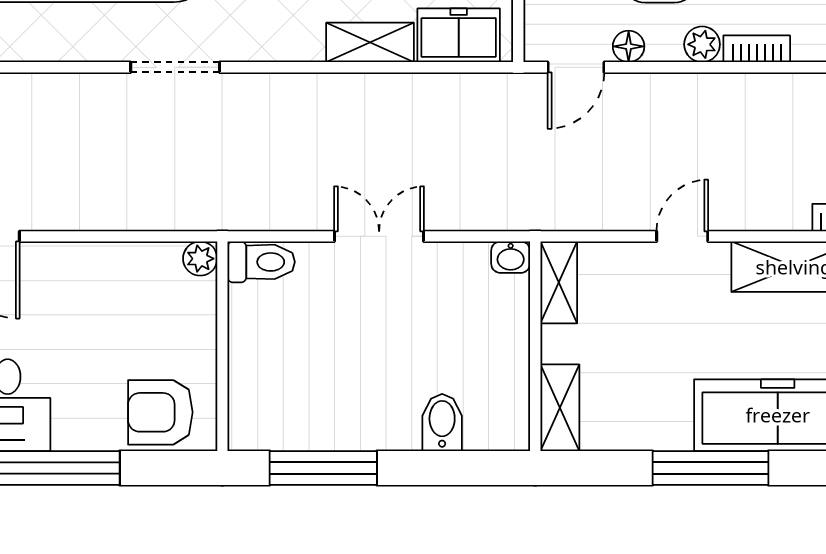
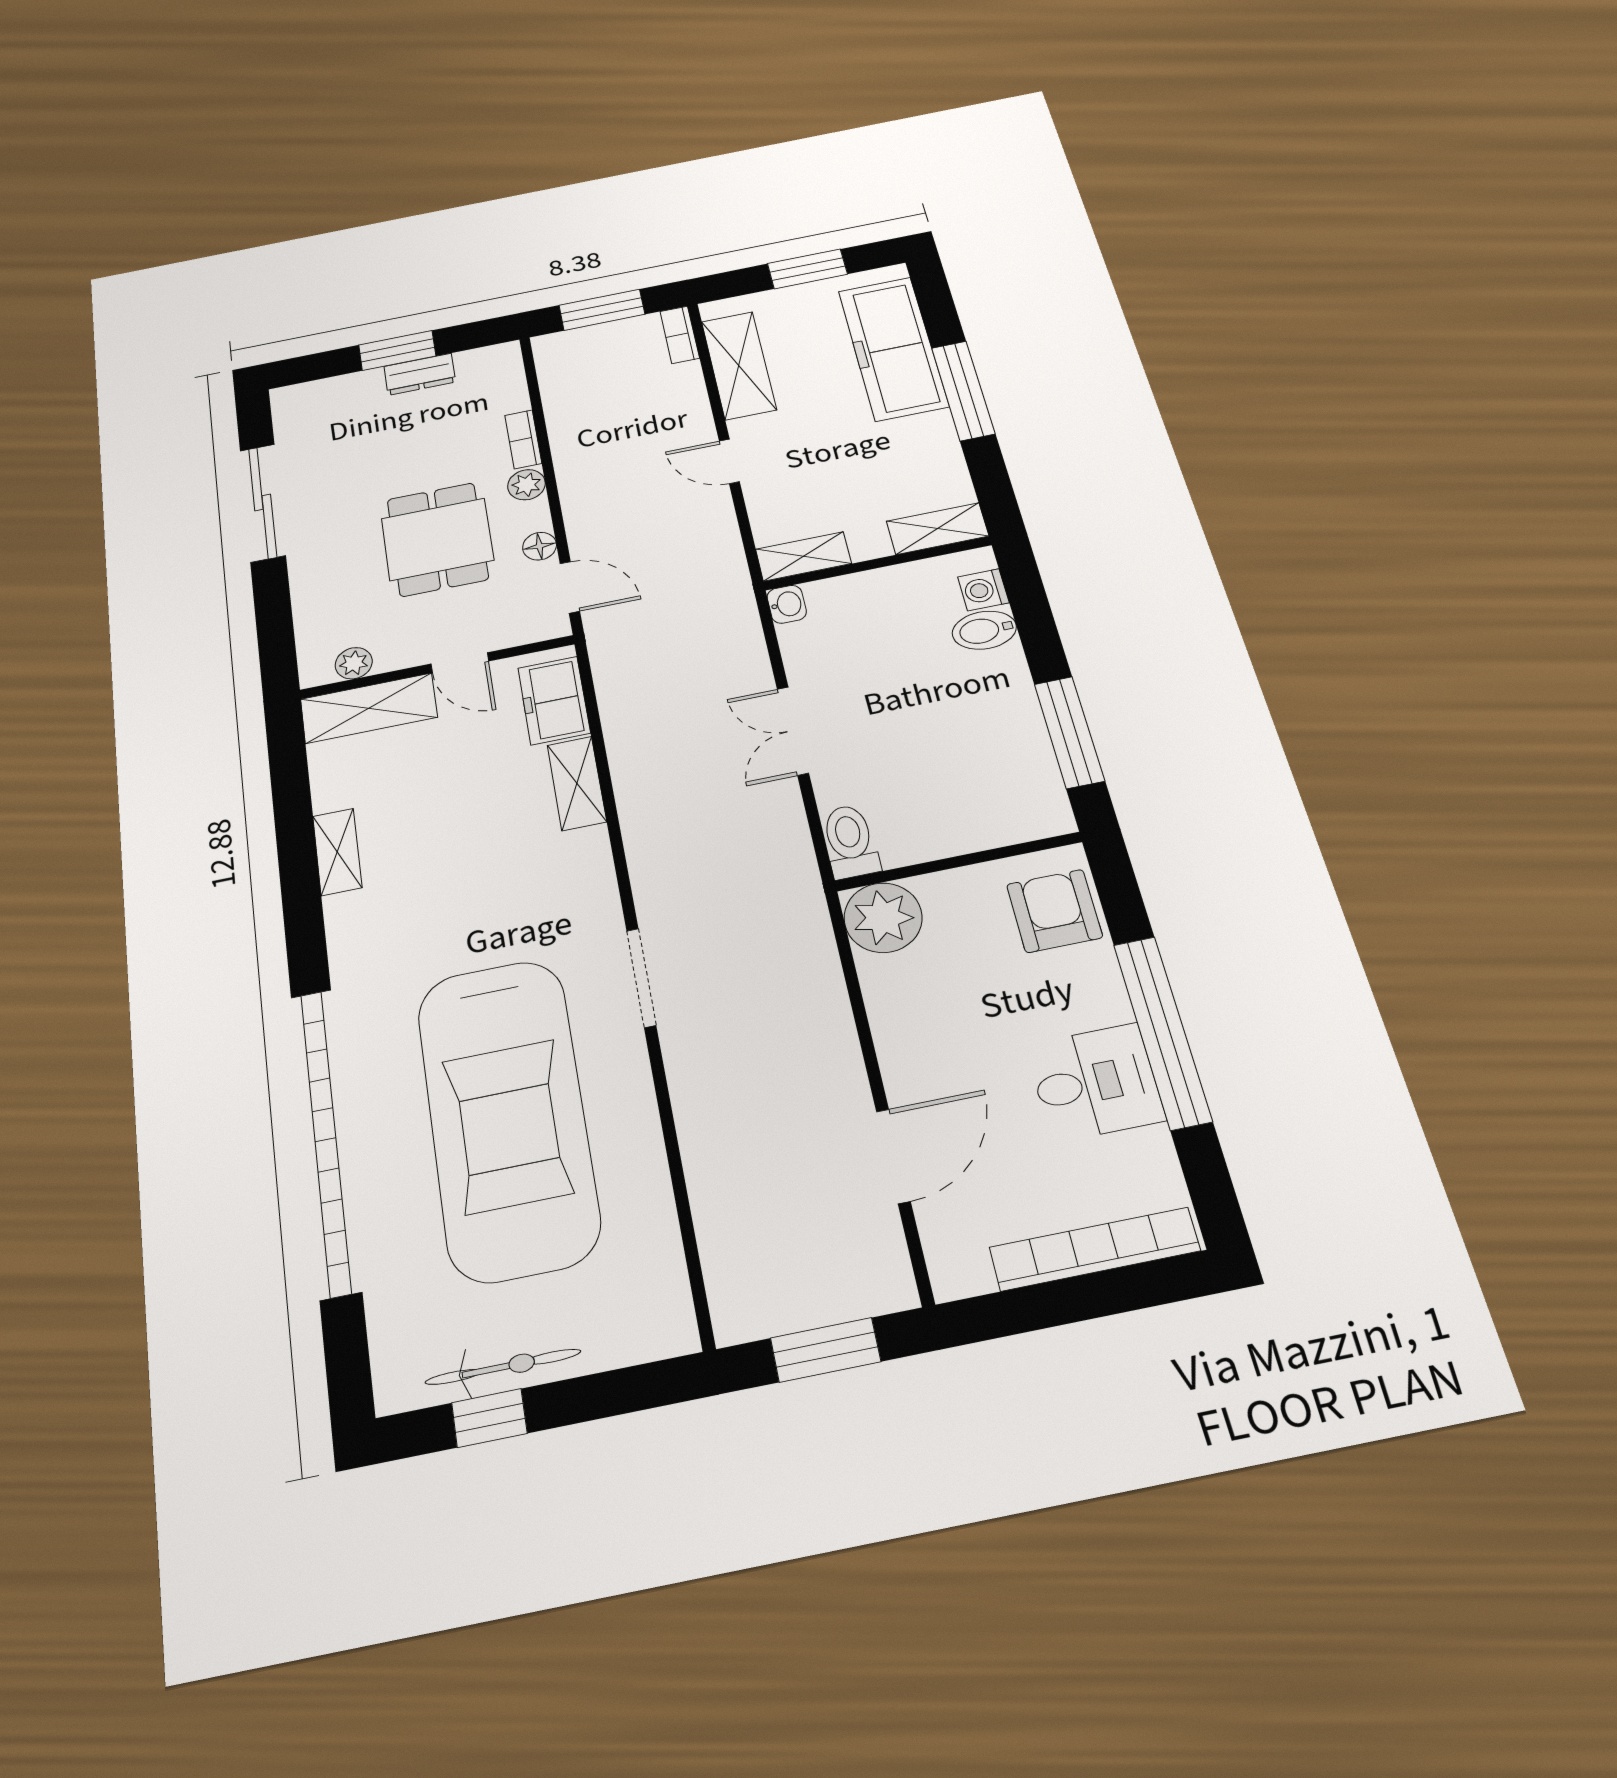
plant: (200, 259) -> (883, 918), width x1.88, depth x1.88
armchair: (160, 412) -> (1054, 911), turned 180
washing machine: (484, 432) -> (983, 590), added

